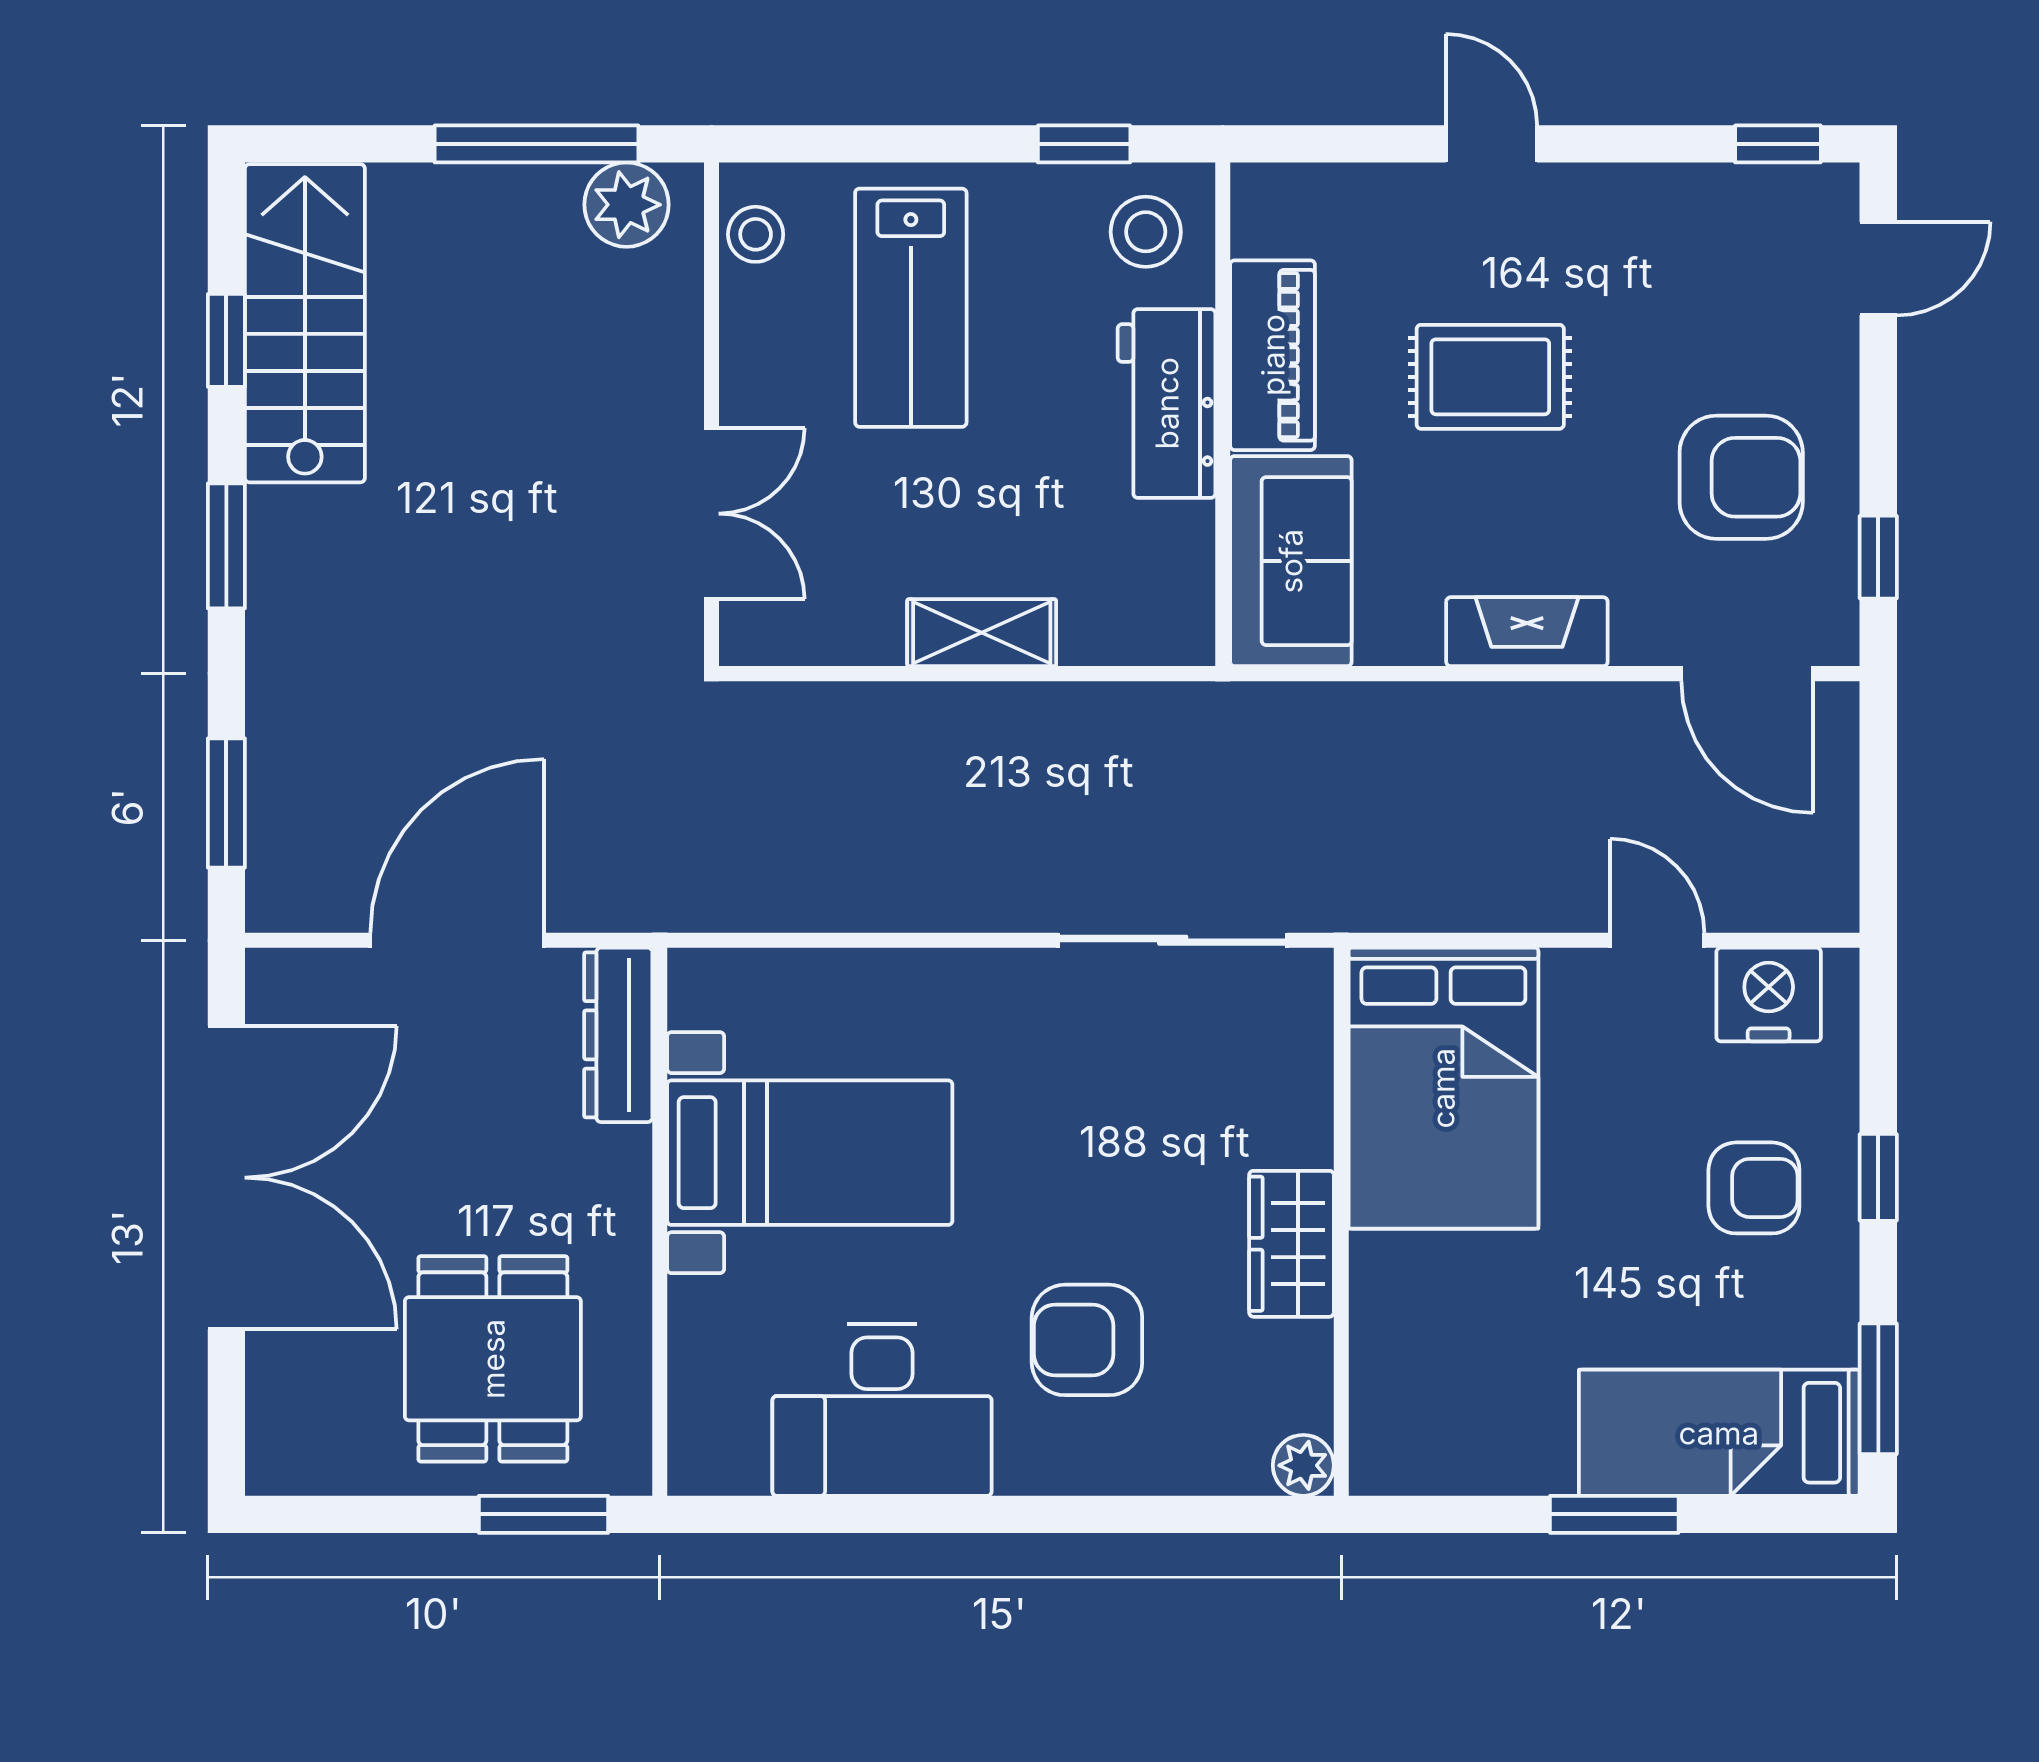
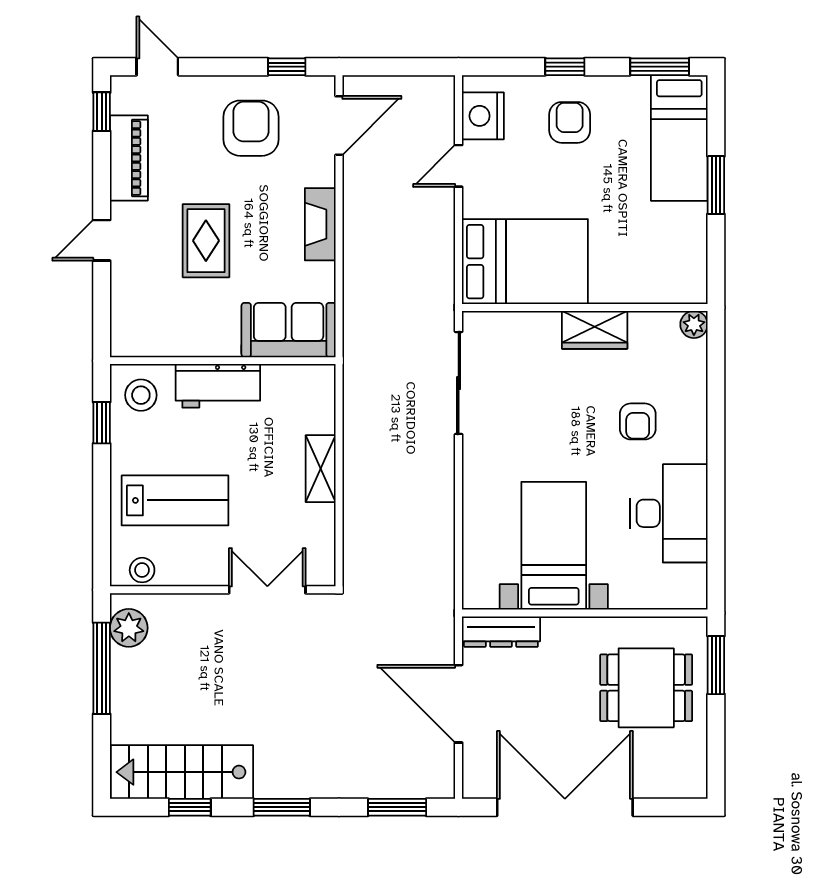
piano: (1273, 355) -> (129, 158), moved, turned 90
armchair: (1087, 1340) -> (638, 421), width x0.72, depth x0.72

